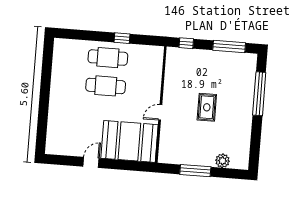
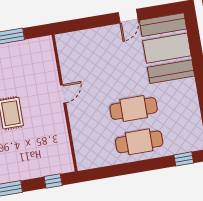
window: (122, 38) -> (184, 159), moved
booth: (129, 141) -> (167, 48), moved, turned 90

